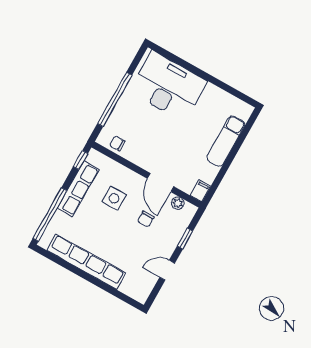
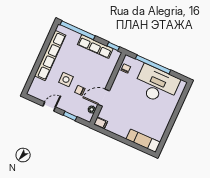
desk: (168, 86) -> (156, 85), moved, turned -90
exam couch: (226, 141) -> (143, 141), moved
side table: (114, 198) -> (66, 79), moved
door: (167, 270) -> (49, 107), hinge flipped

